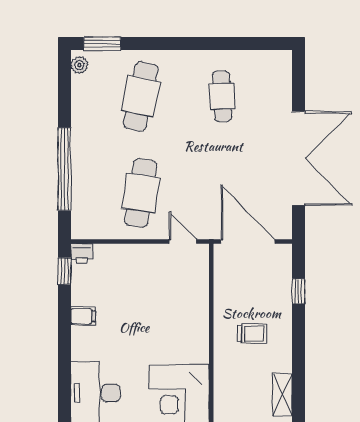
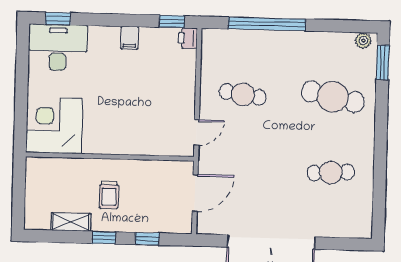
cafe table: (141, 193) -> (243, 94), width x0.73, depth x0.74
door: (248, 241) -> (195, 193), width x0.73
window: (298, 338) -> (104, 238), added
window: (64, 394) -> (58, 19), added
shelving: (282, 395) -> (71, 222), moved

